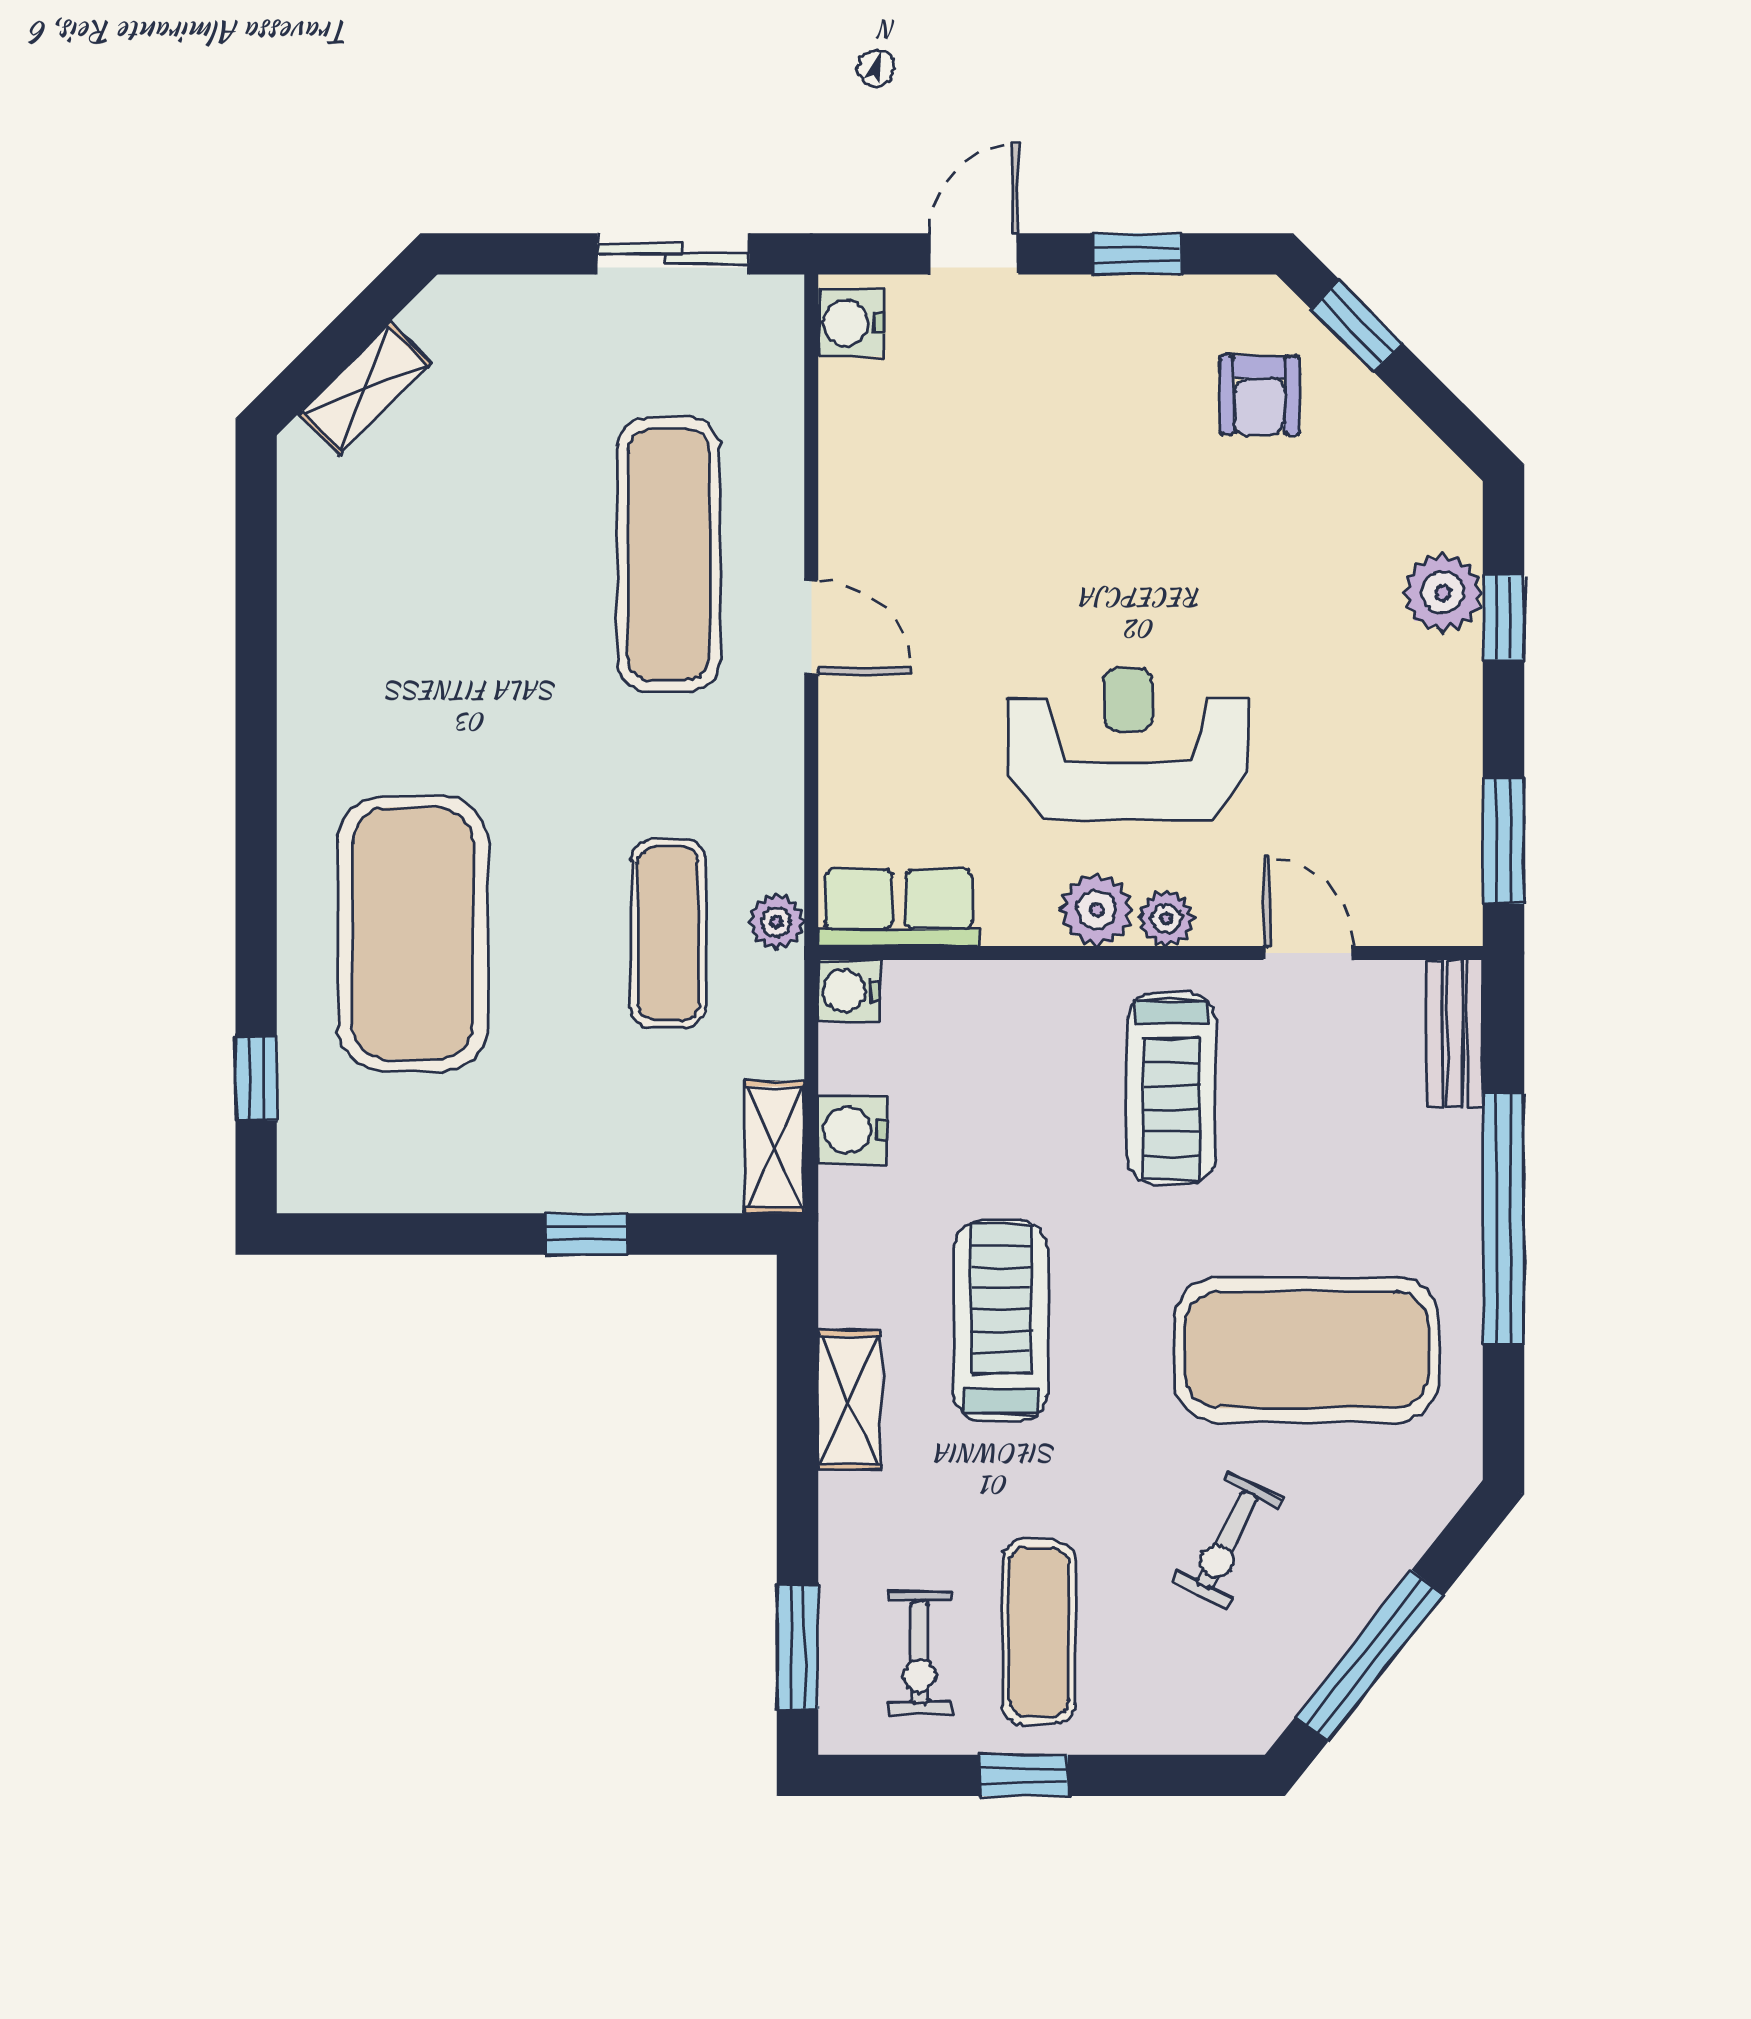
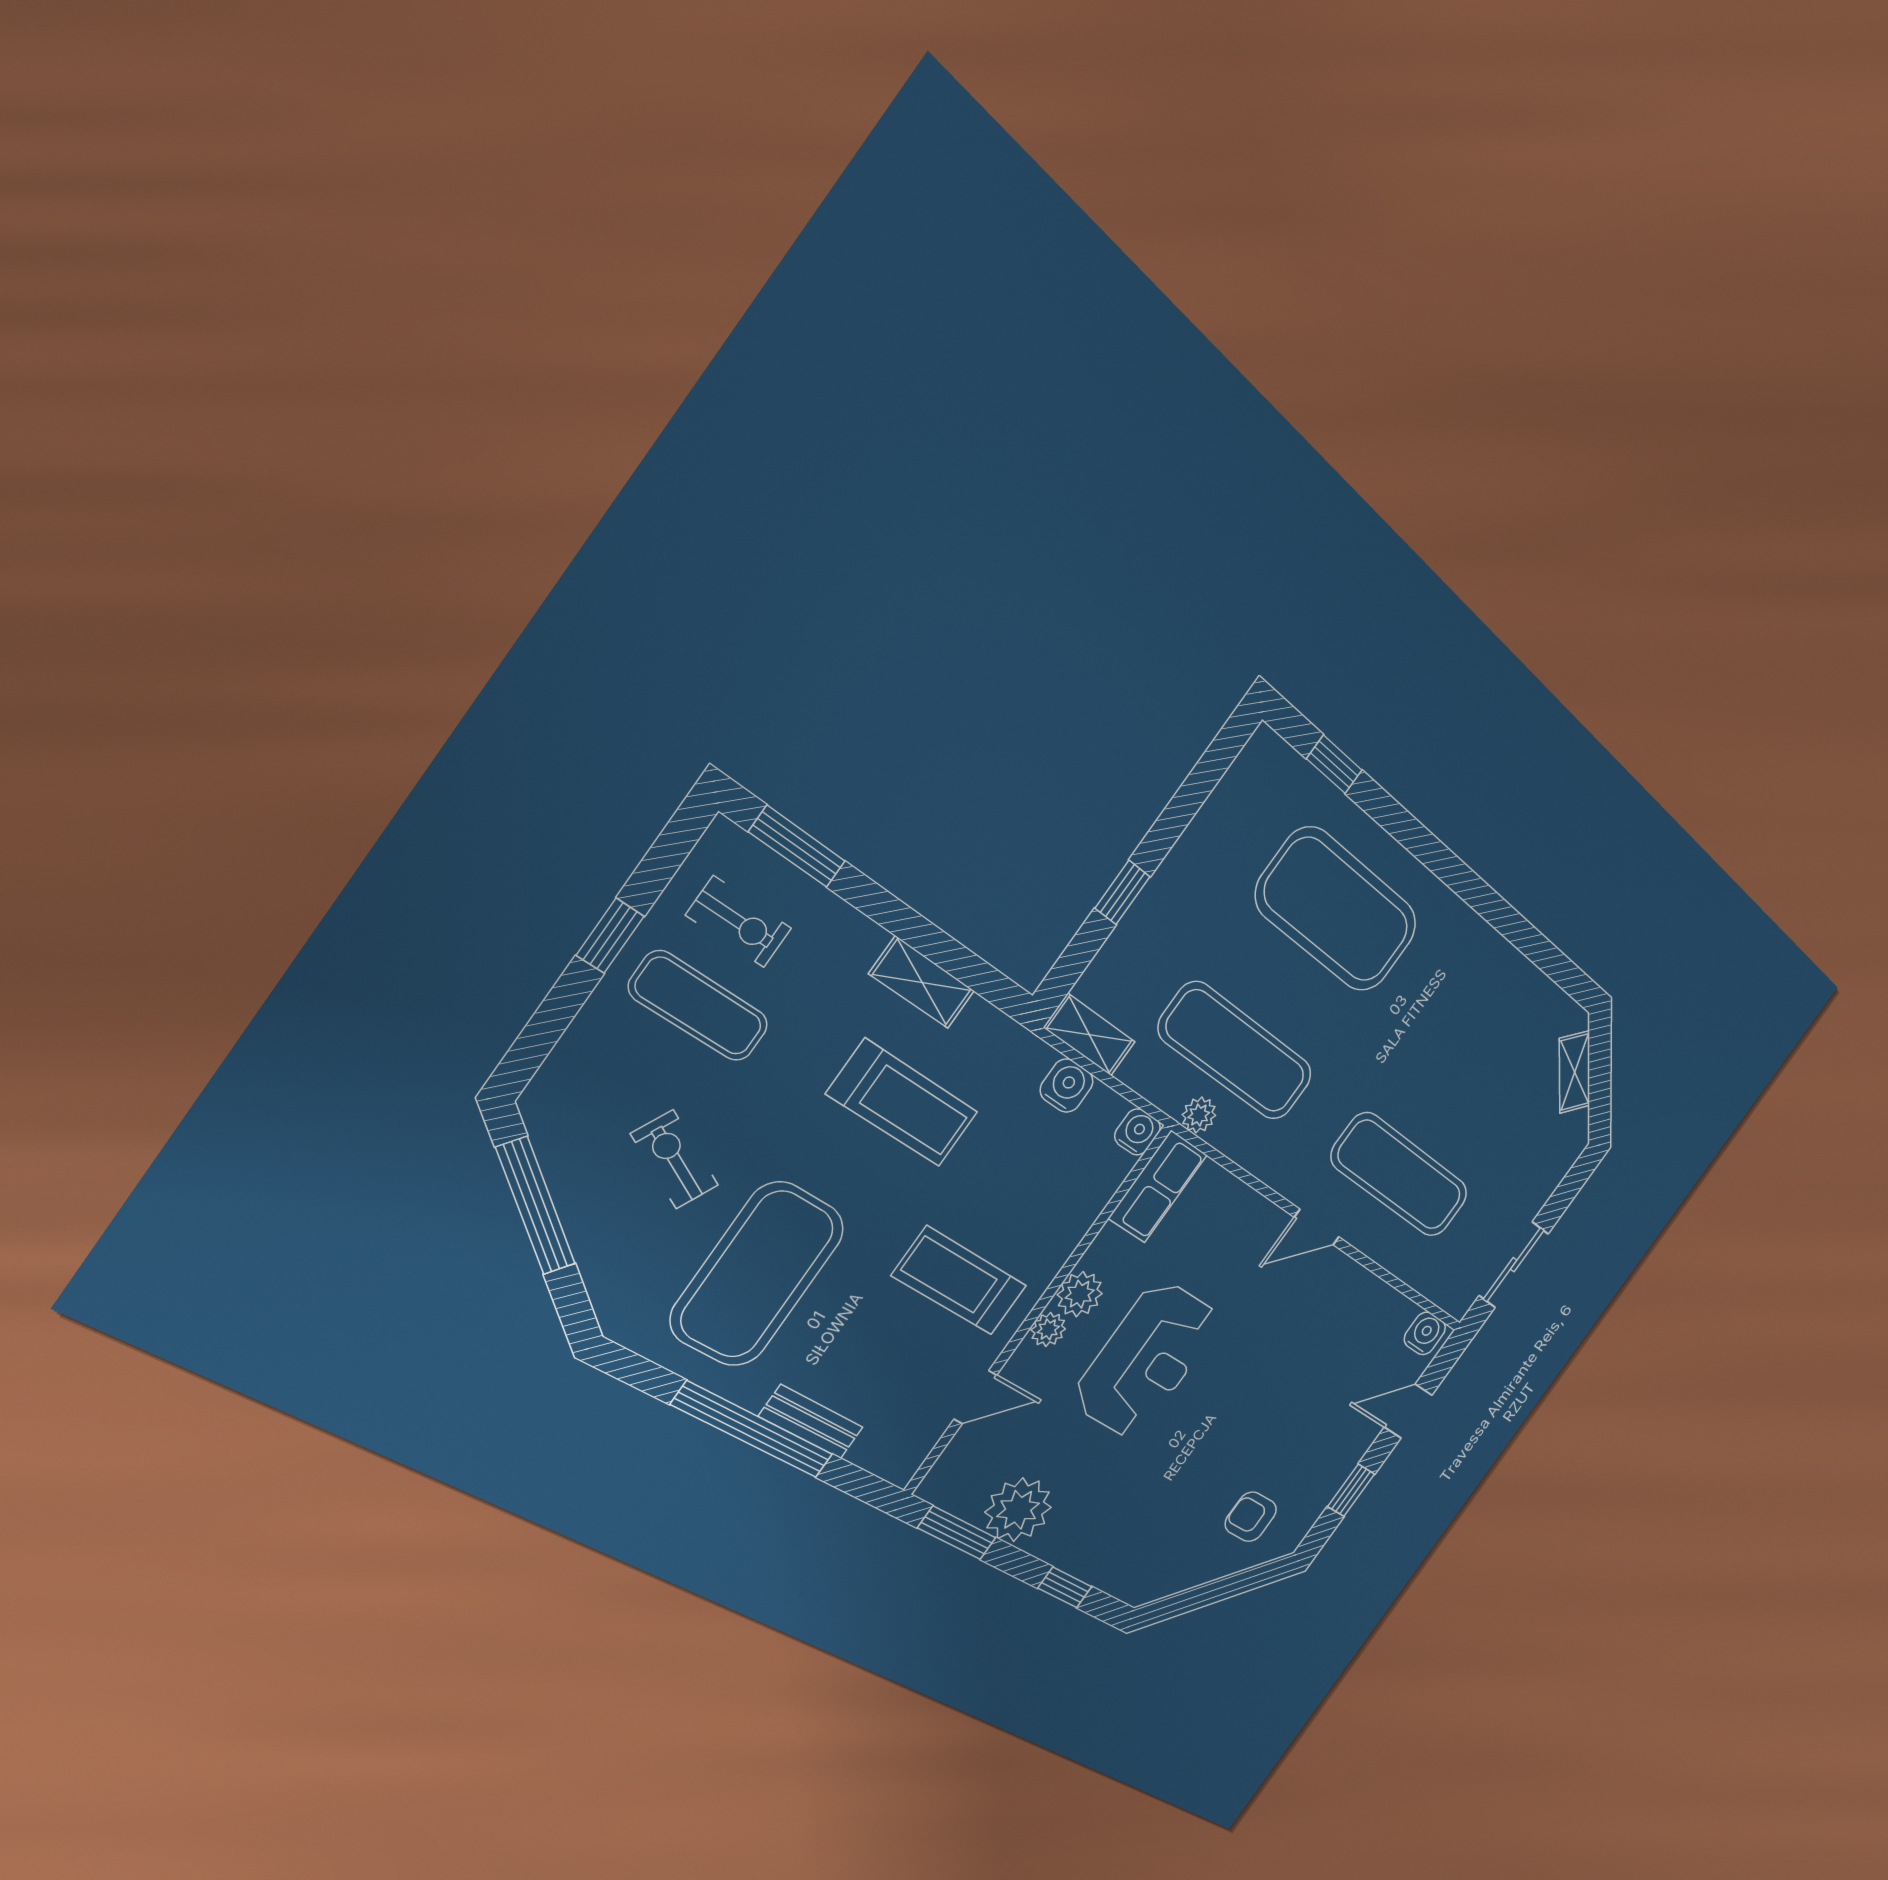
door: (974, 254) -> (1408, 1411), swing flipped
window: (1357, 326) -> (1245, 1581), removed
plant: (1443, 593) -> (1018, 1510), moved, width x1.36, depth x1.36
exercise mat: (668, 933) -> (1236, 1051), width x1.36, depth x1.45
bench: (1455, 1033) -> (811, 1422), moved
exercise bike: (920, 1652) -> (739, 922), turned 180

